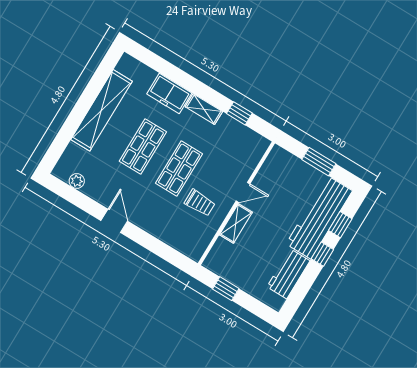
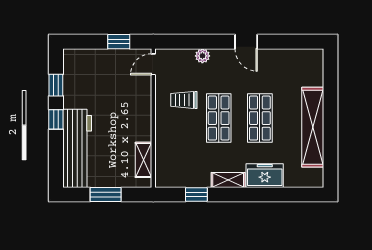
plant: (77, 181) -> (202, 56), moved
door: (243, 192) -> (153, 64), moved
shelving: (236, 223) -> (143, 160), moved
window: (340, 225) -> (56, 85), moved
workbench: (288, 274) -> (74, 86), removed

